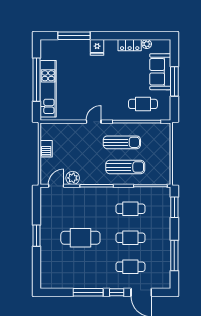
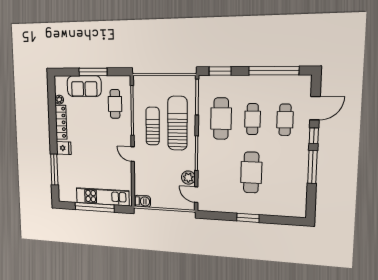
locker: (130, 45) -> (61, 122), width x1.53
barbecue: (46, 149) -> (142, 201), moved
sun lounger: (125, 167) -> (177, 123), width x1.36, depth x1.34
cafe table: (130, 209) -> (221, 119), width x1.37, depth x1.35
window: (174, 256) -> (274, 71), width x1.46

